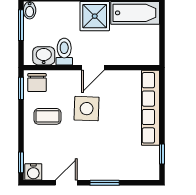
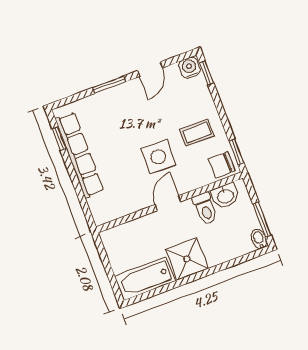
chair: (37, 83) -> (222, 165), turned -90
row of seats: (150, 108) -> (79, 155), moved

